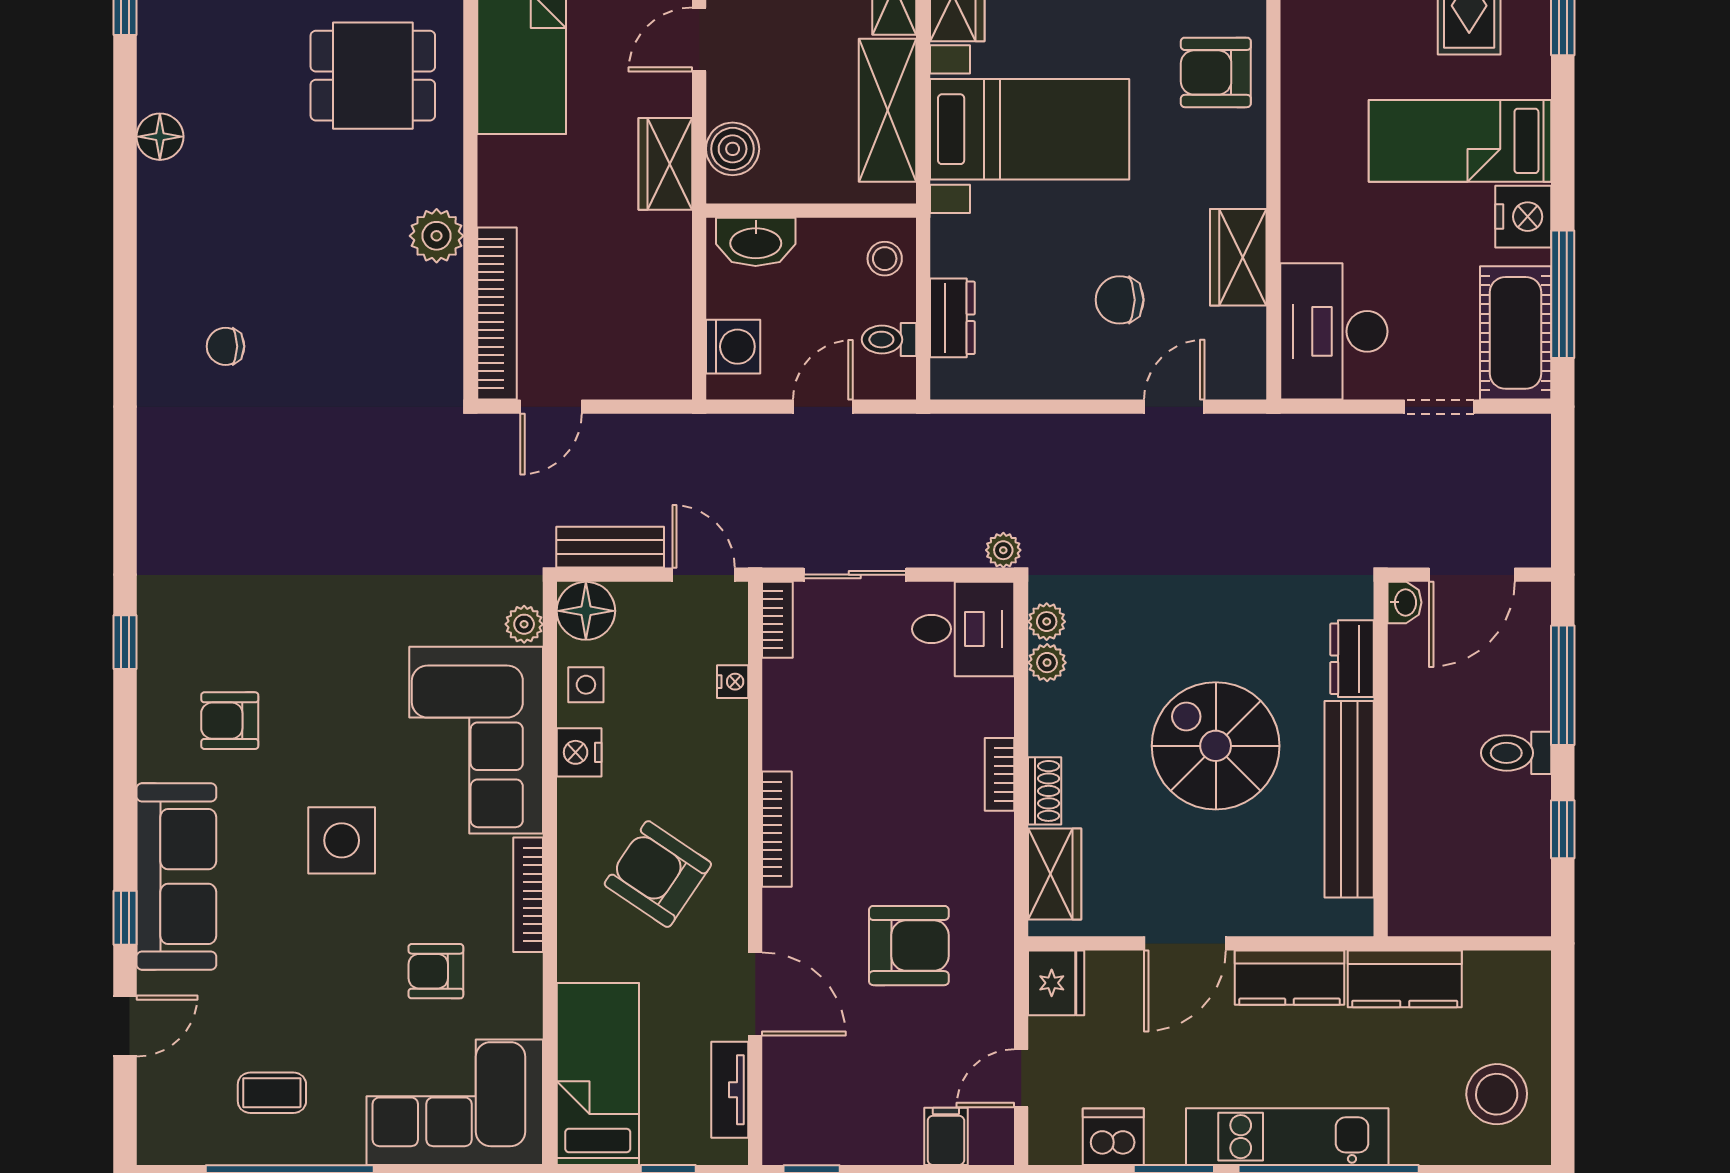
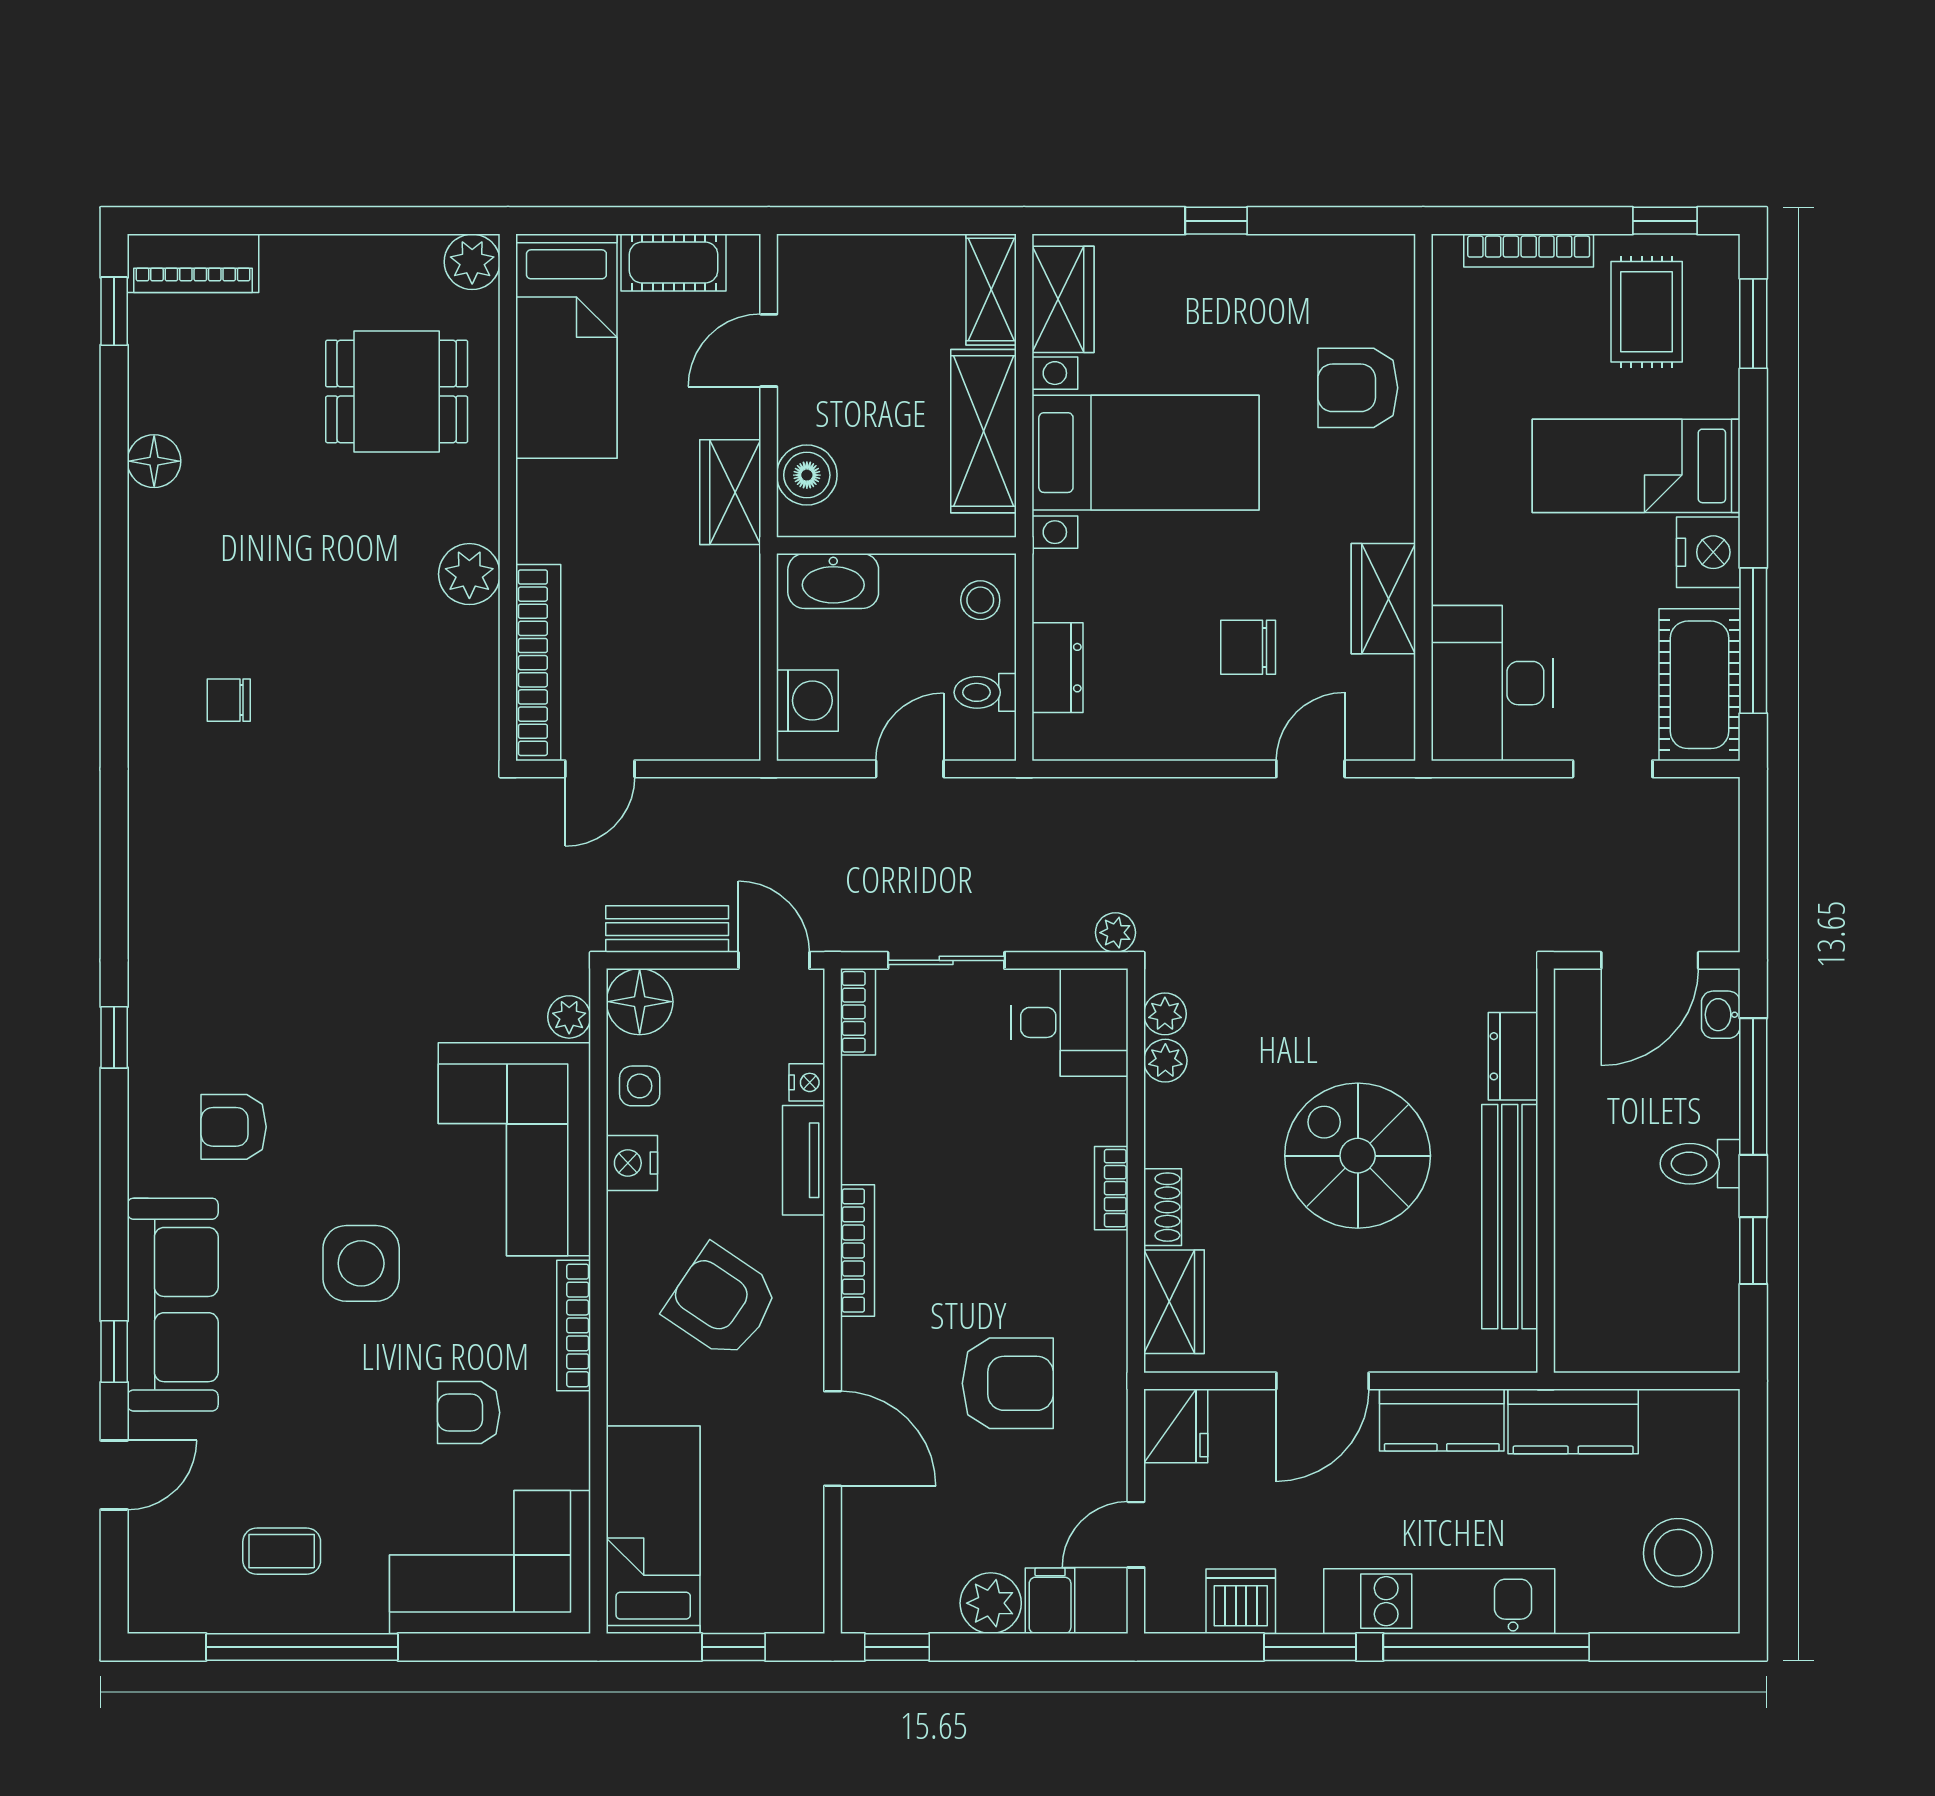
washbasin: (1404, 602) -> (1721, 1015), moved, turned 180
tv unit: (730, 1090) -> (804, 1160), moved
plant: (894, 1138) -> (991, 1603), added

